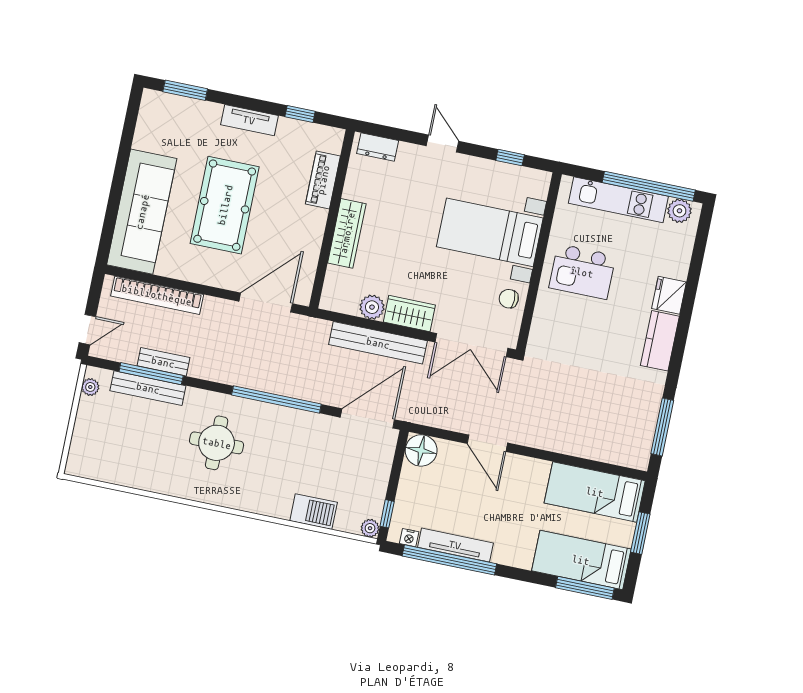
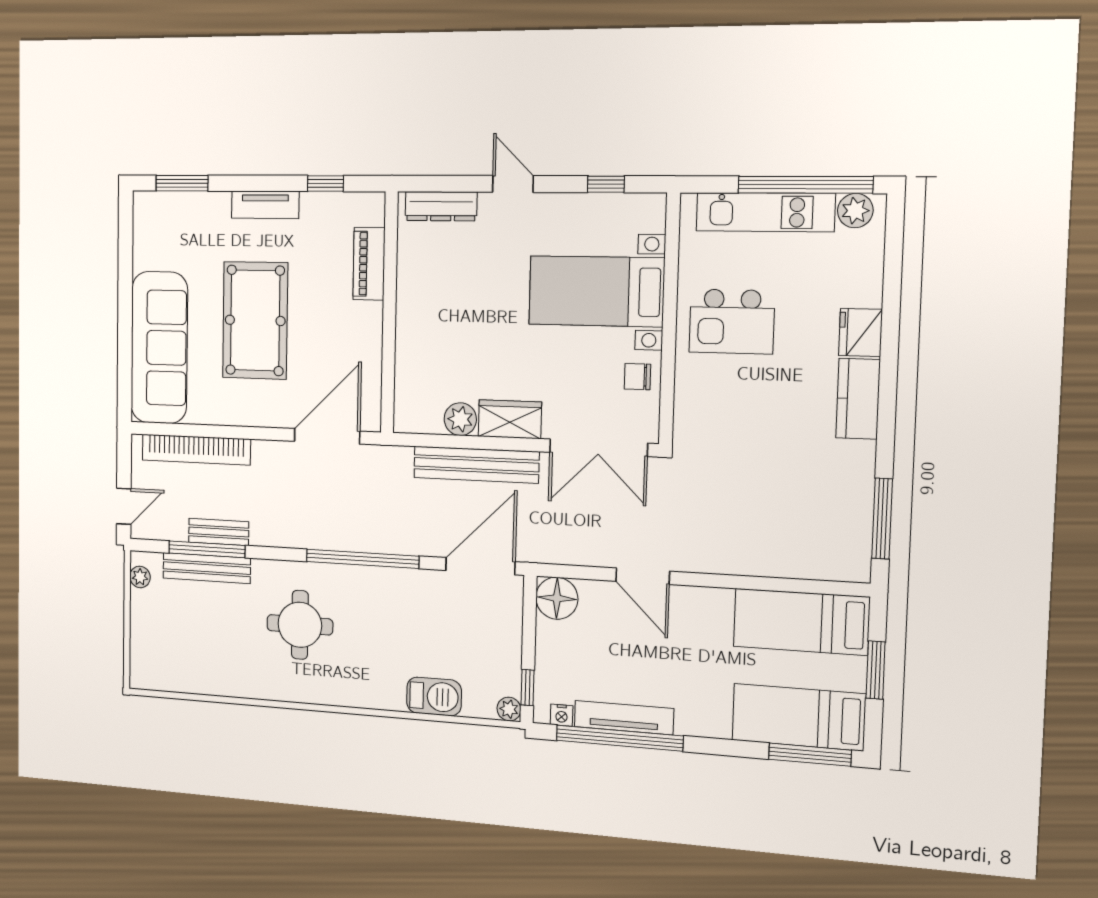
dresser: (378, 147) -> (441, 206), width x1.44
wardrobe: (347, 233) -> (411, 328), removed

